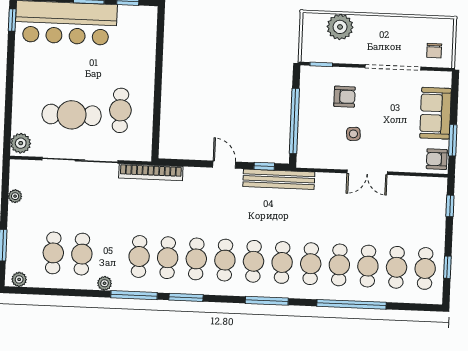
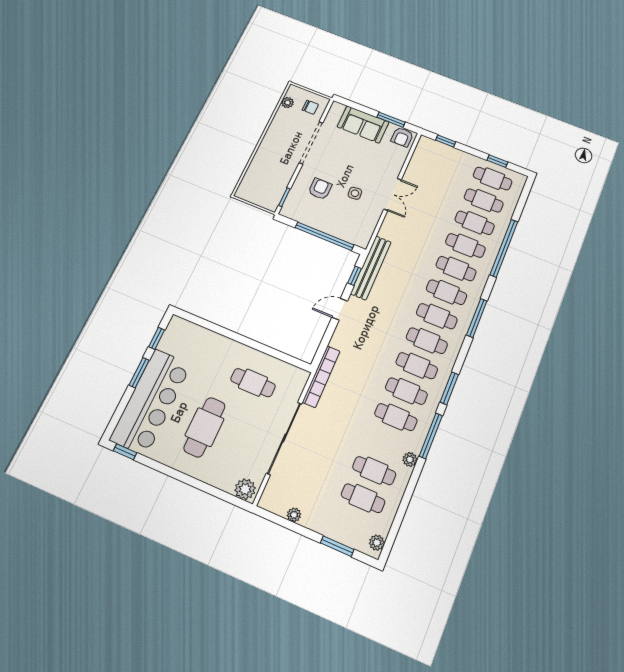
plant: (340, 27) -> (287, 103), moved, width x0.53, depth x0.53
cafe table: (72, 115) -> (205, 427), moved

